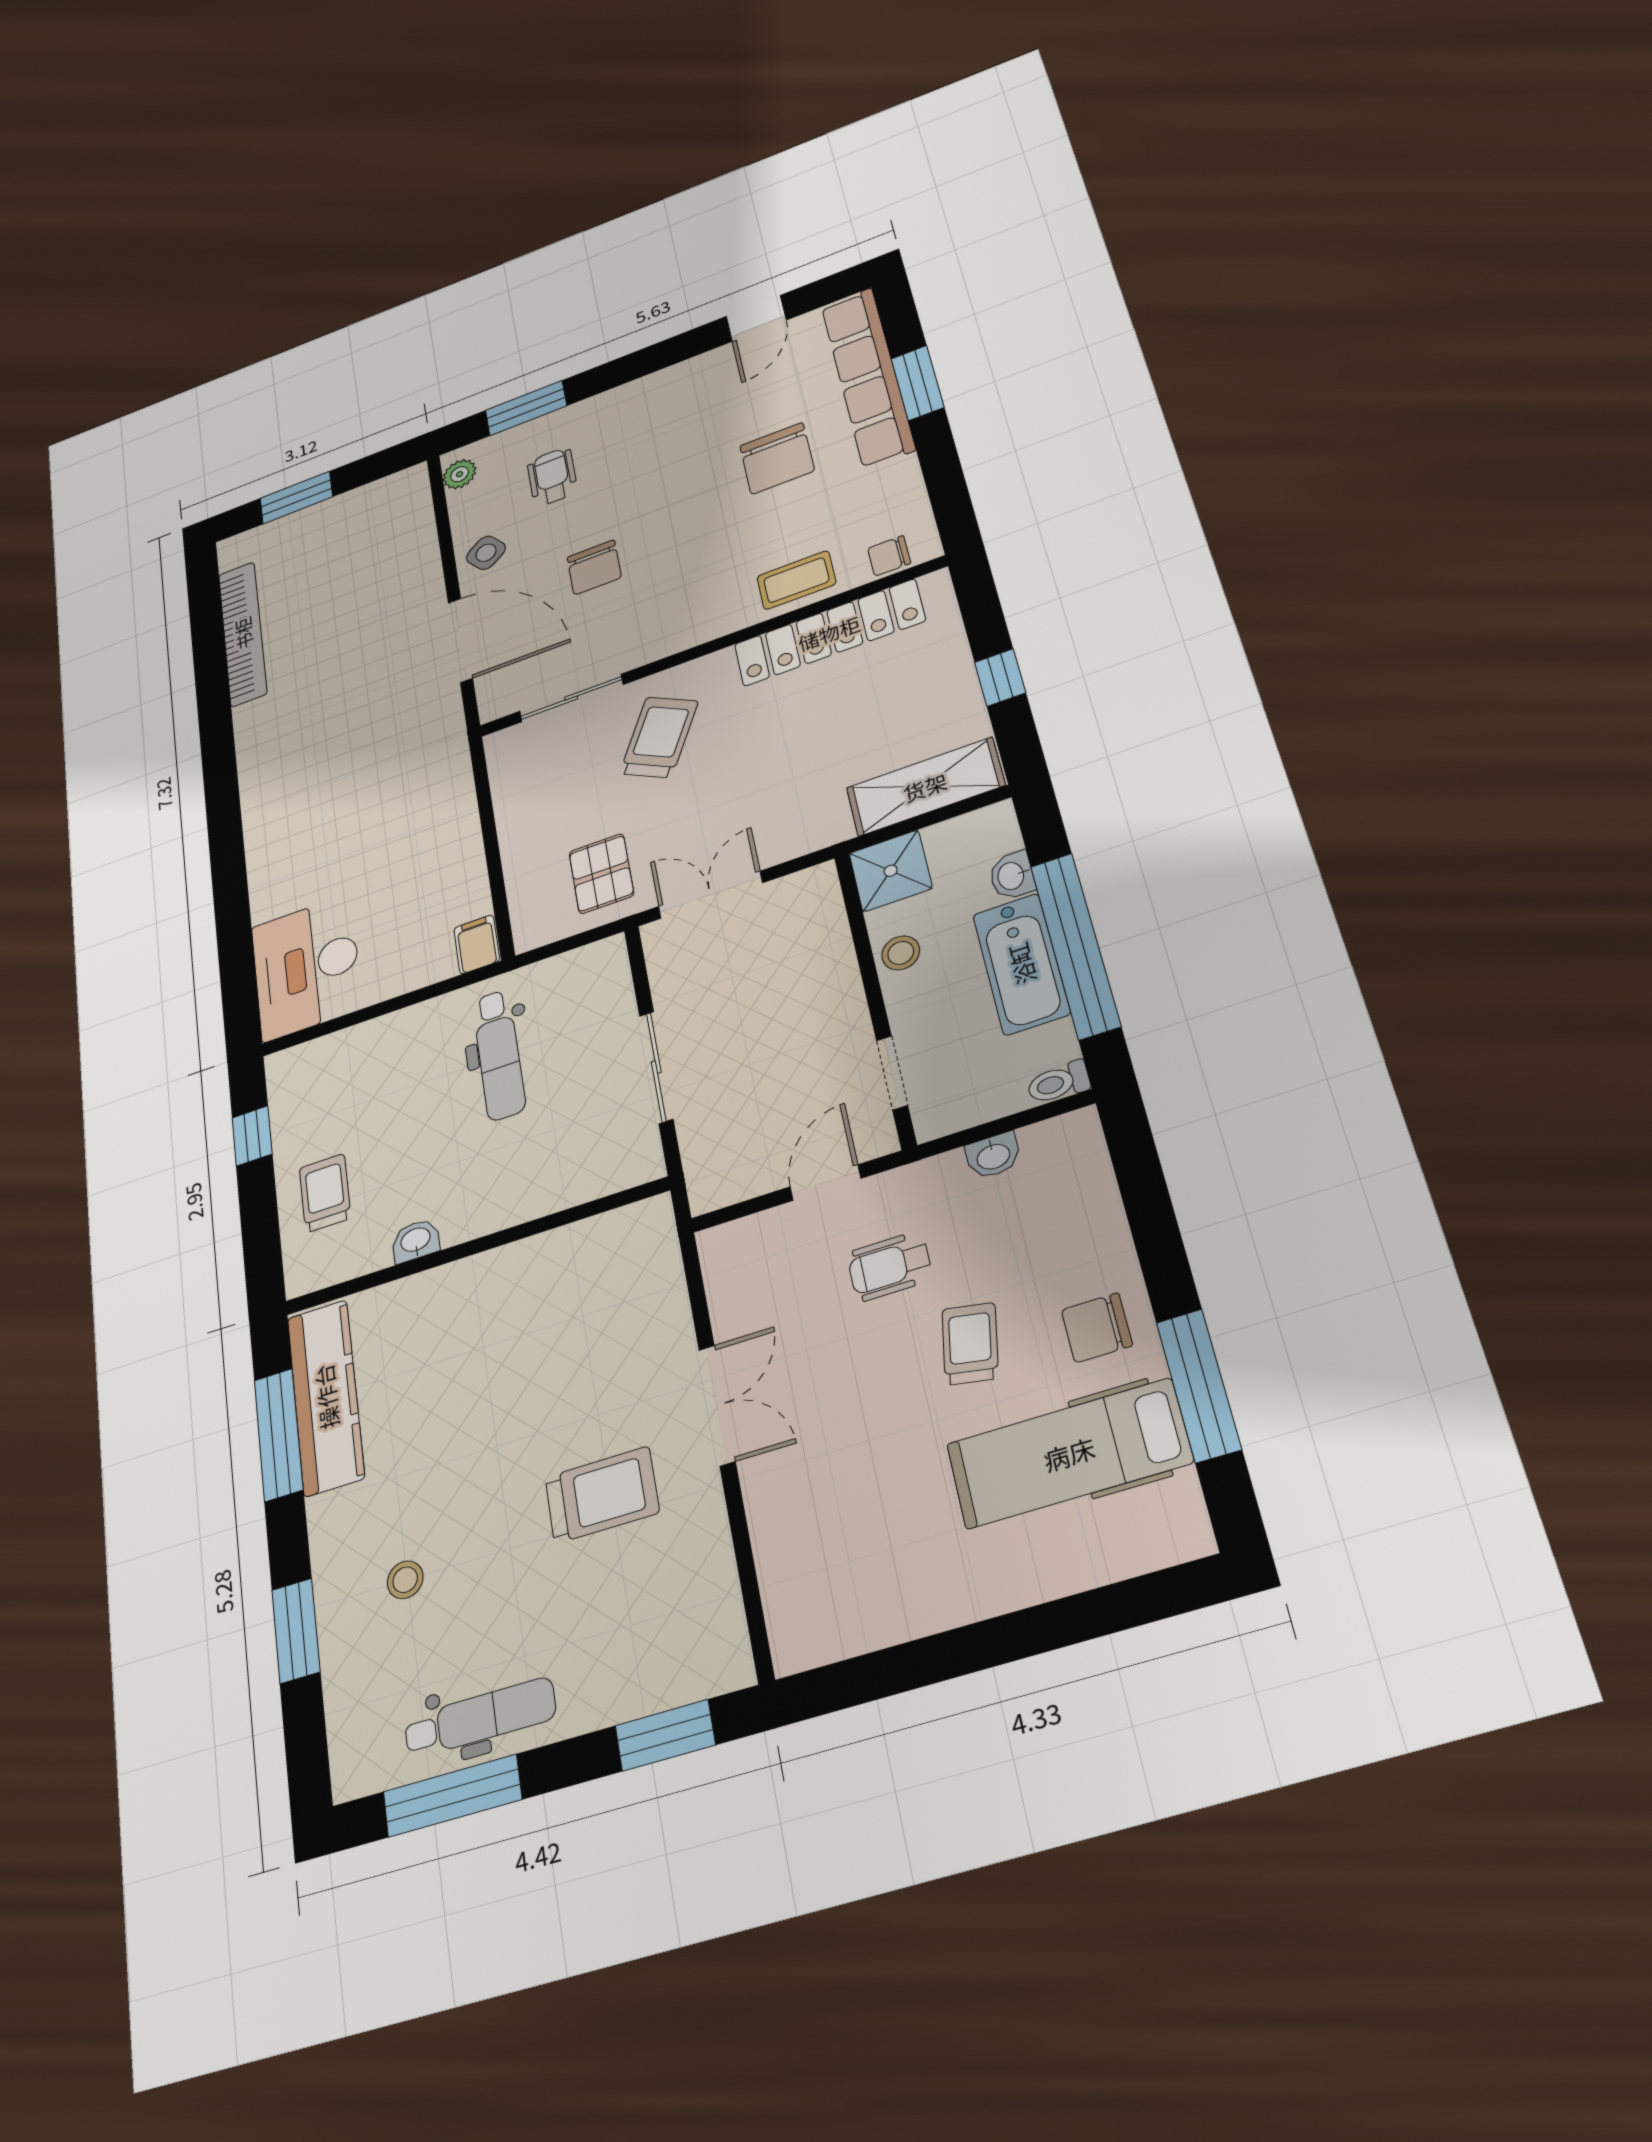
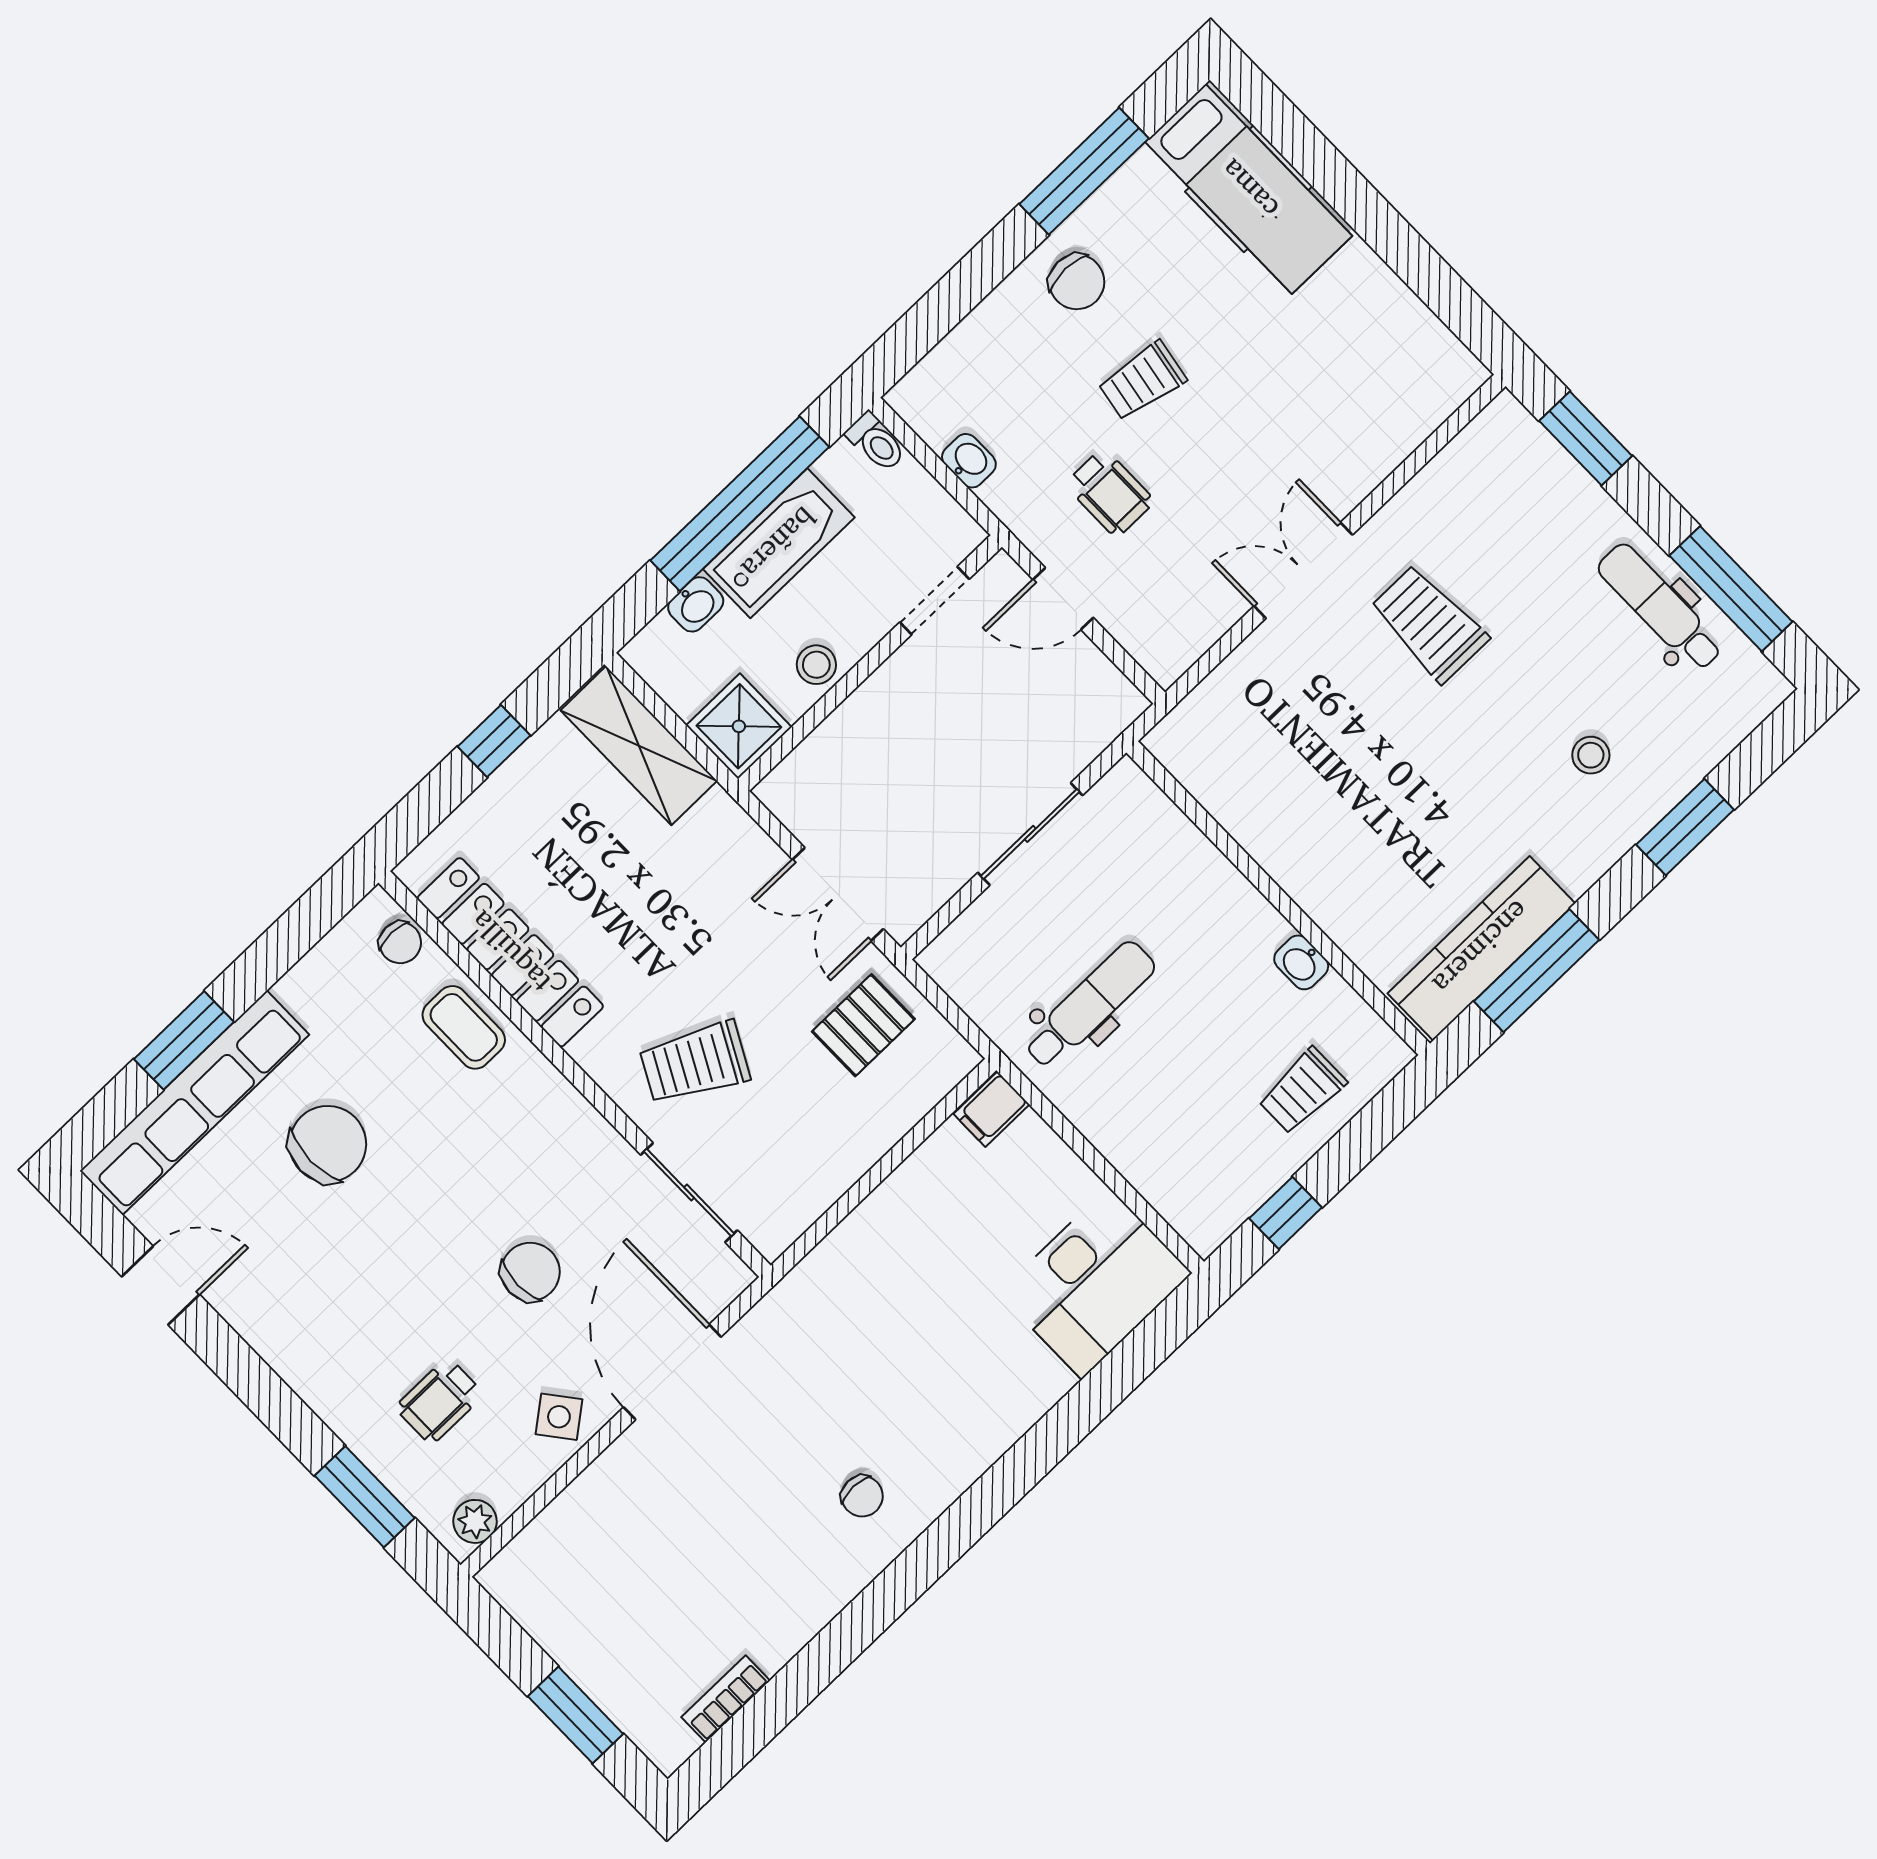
bookcase: (243, 634) -> (726, 1699), width x0.43, depth x0.76
chair: (290, 739) -> (862, 1496), added
hospital bed: (1069, 1453) -> (1249, 189), moved

